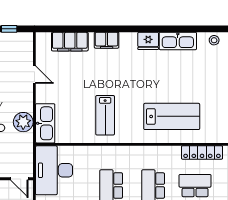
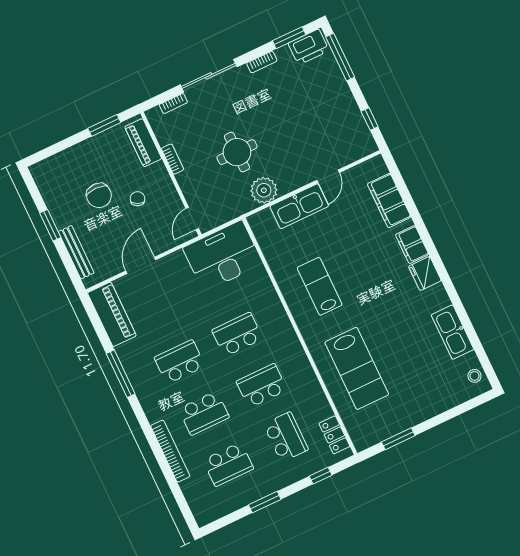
fridge: (148, 41) -> (425, 273), moved
lab bench: (105, 115) -> (320, 286), turned 90
kitchen sink: (45, 123) -> (299, 206), moved
locker: (202, 153) -> (334, 435), width x0.66

